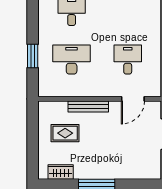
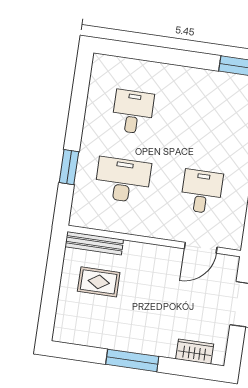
bench: (88, 107) -> (94, 243), moved
wardrobe: (61, 172) -> (195, 352), moved

